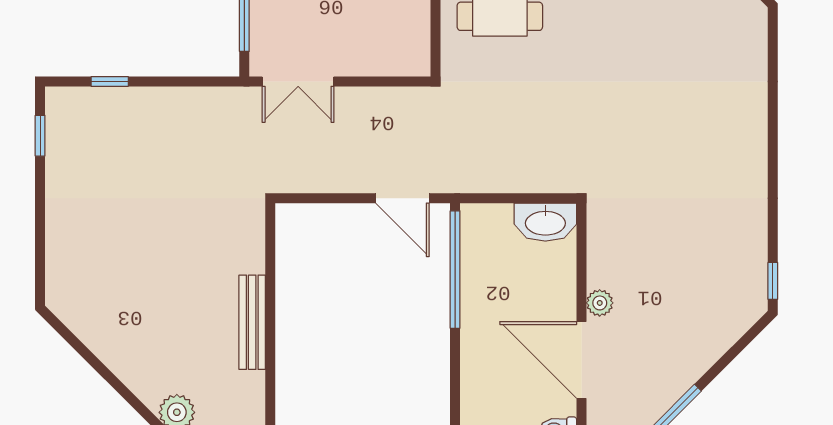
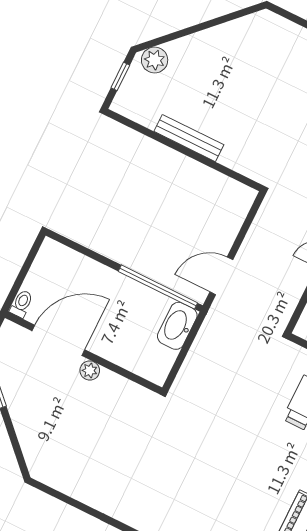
washbasin: (545, 222) -> (177, 326), moved
window: (773, 281) -> (48, 490), removed

